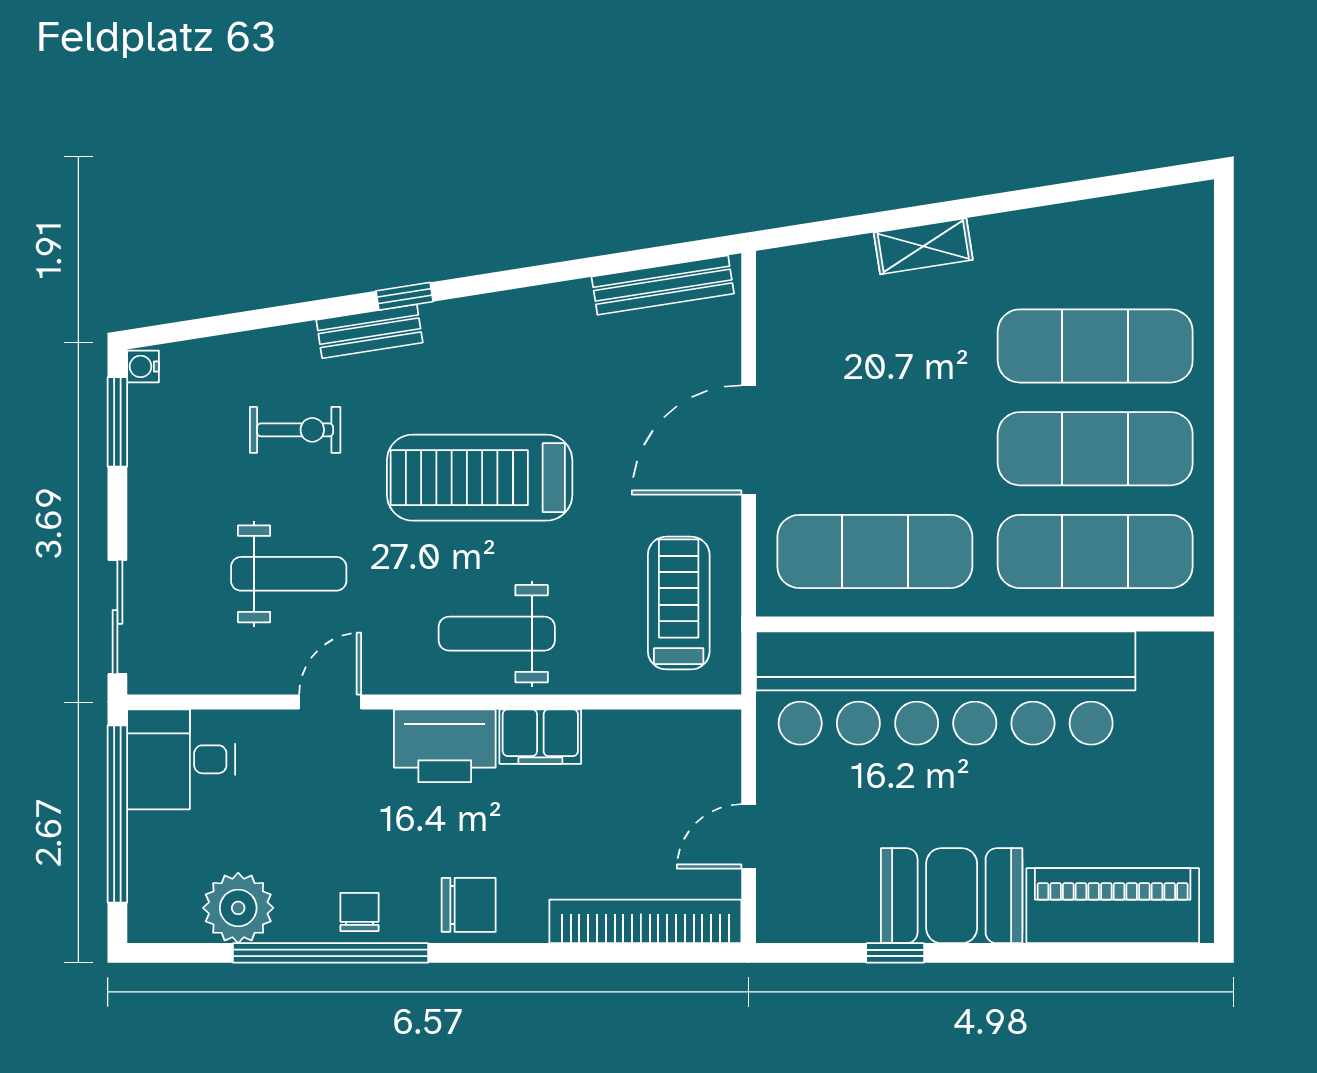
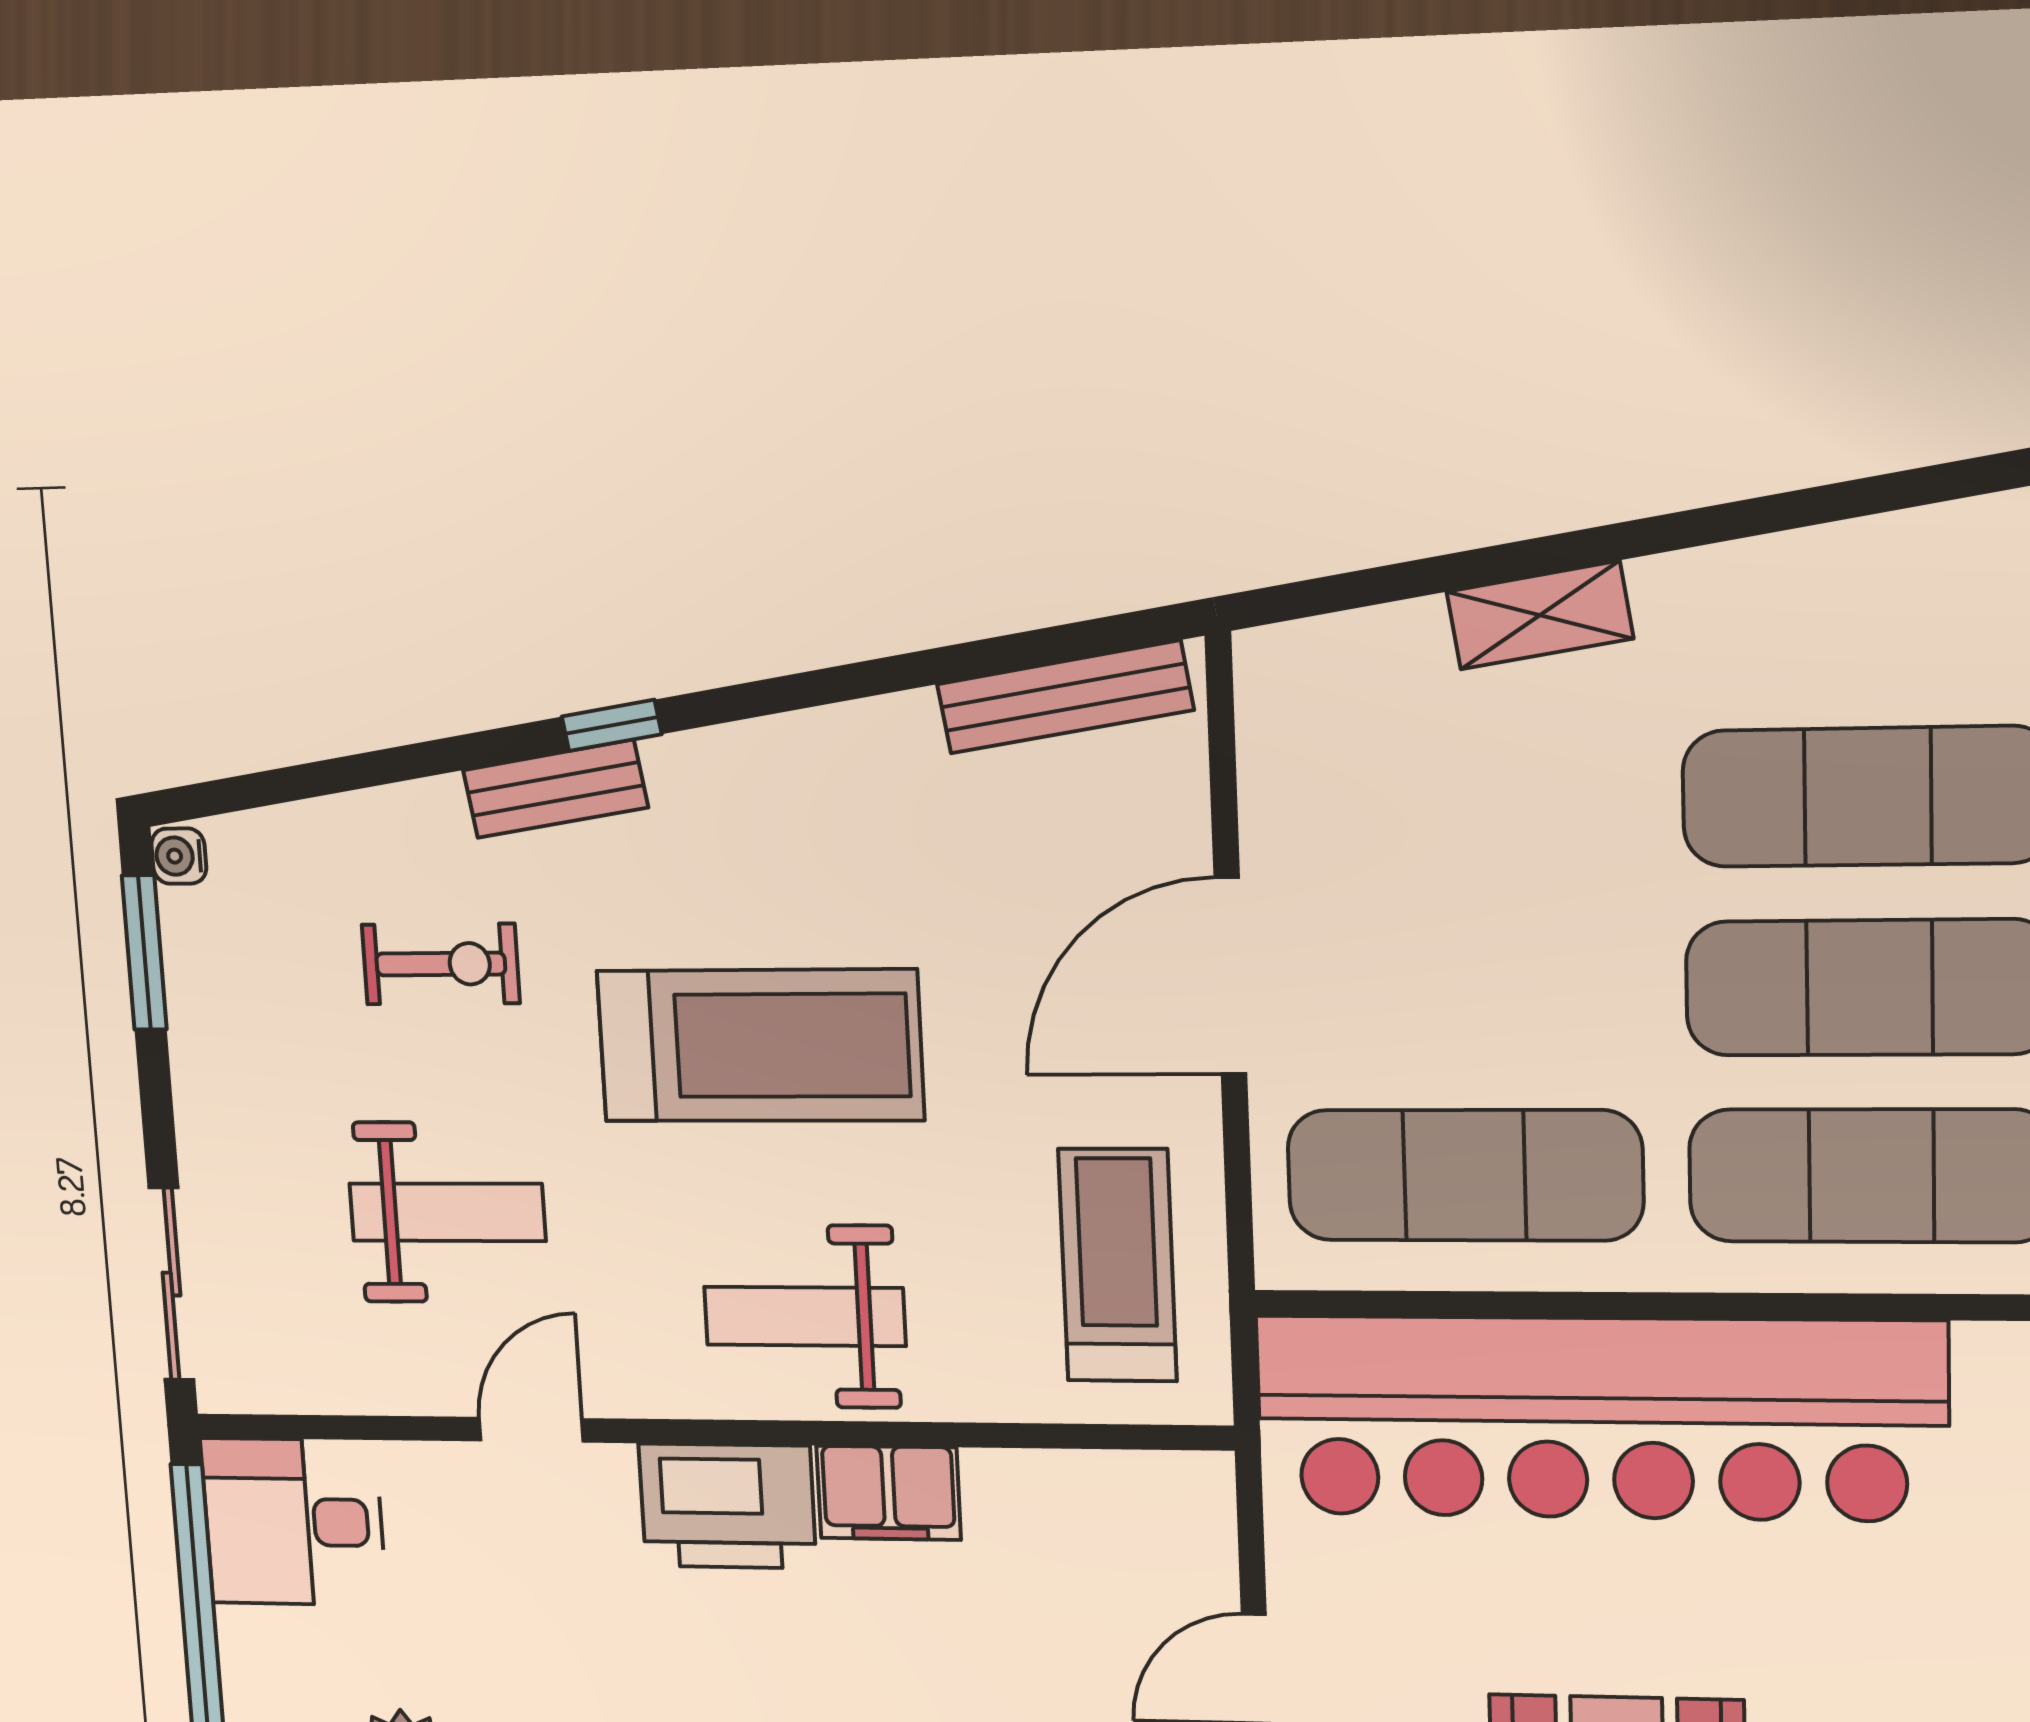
treadmill: (480, 478) -> (760, 1046), turned 180

